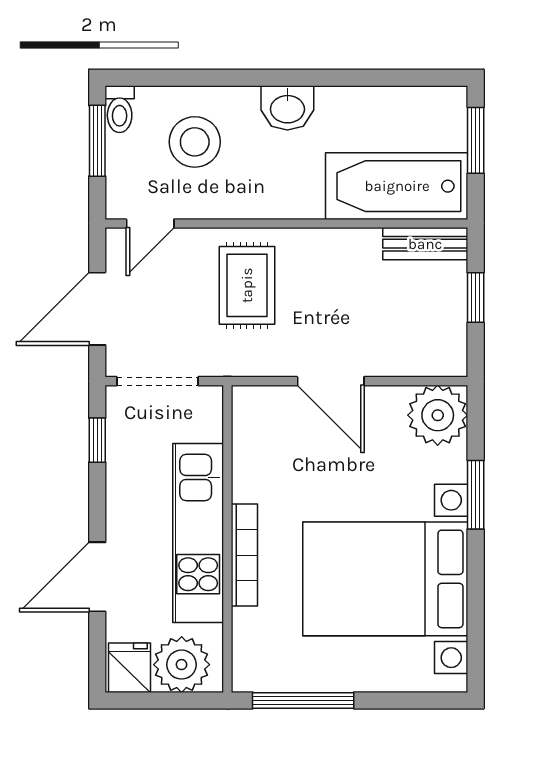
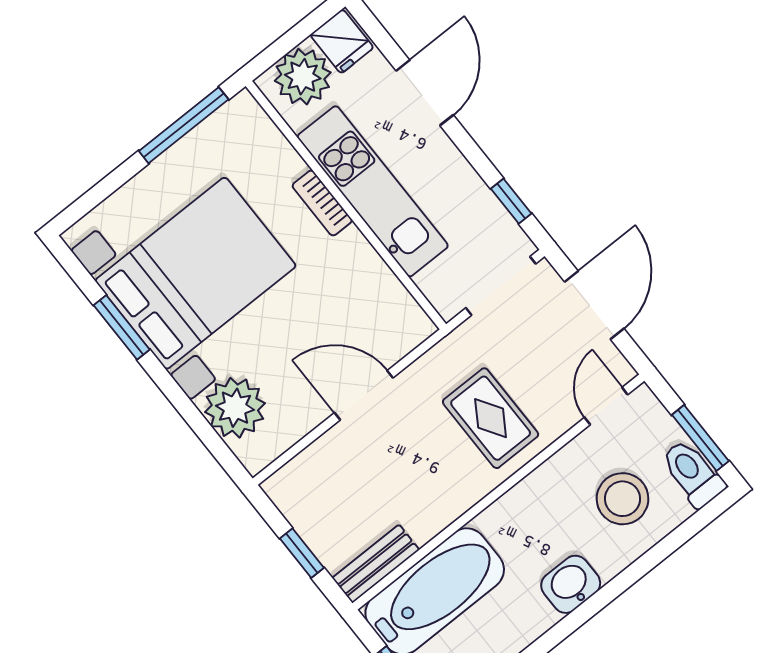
toilet: (120, 109) -> (693, 473), width x1.37, depth x1.39
plant: (438, 415) -> (235, 408), moved
window: (476, 495) -> (122, 327), moved
bookcase: (244, 555) -> (322, 203), width x0.64

